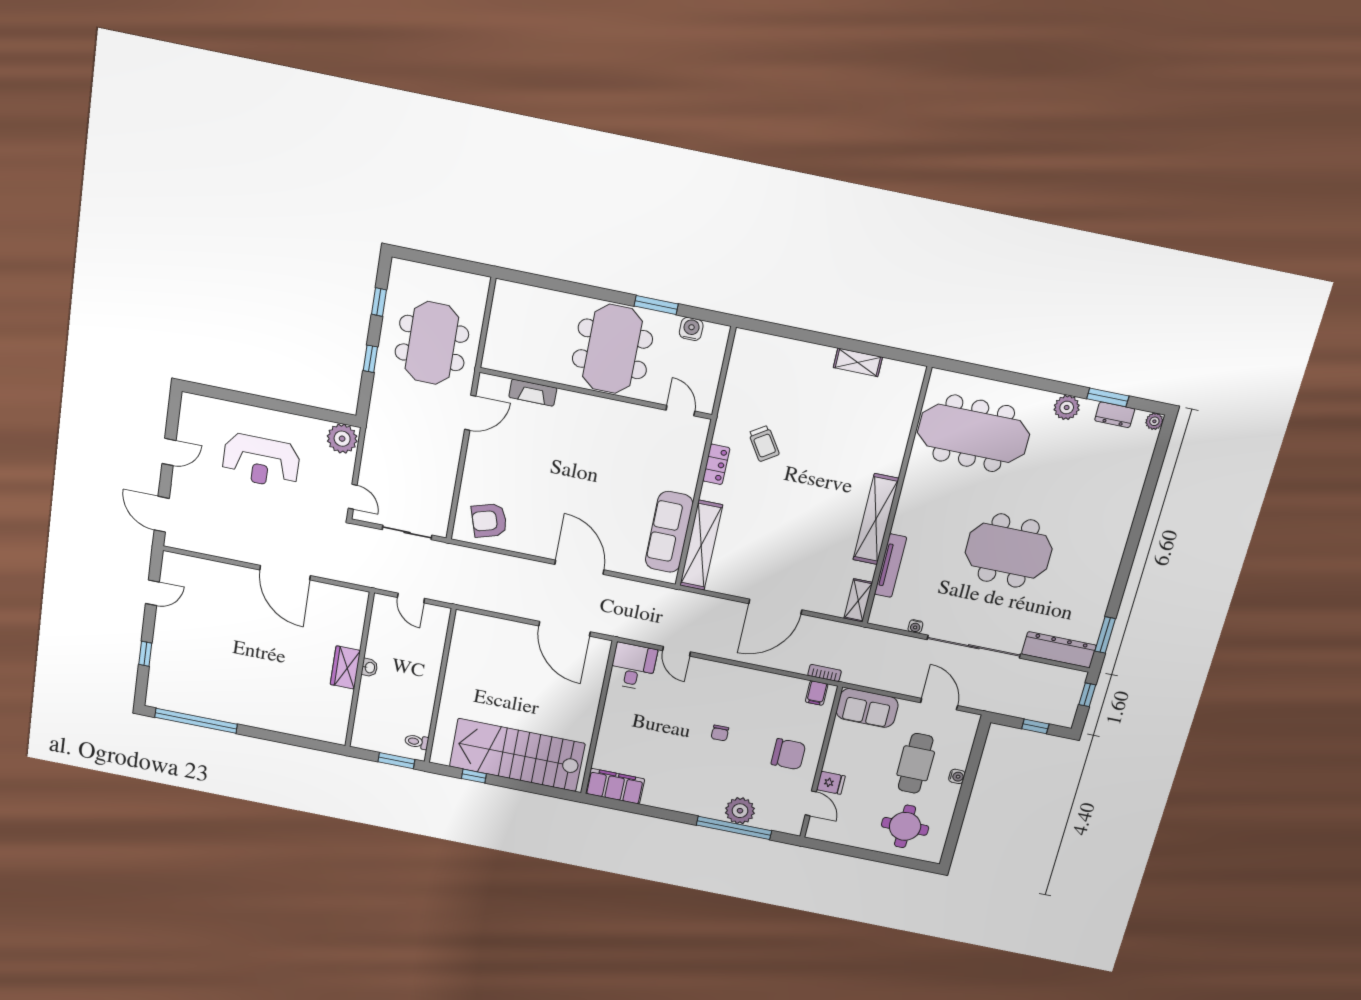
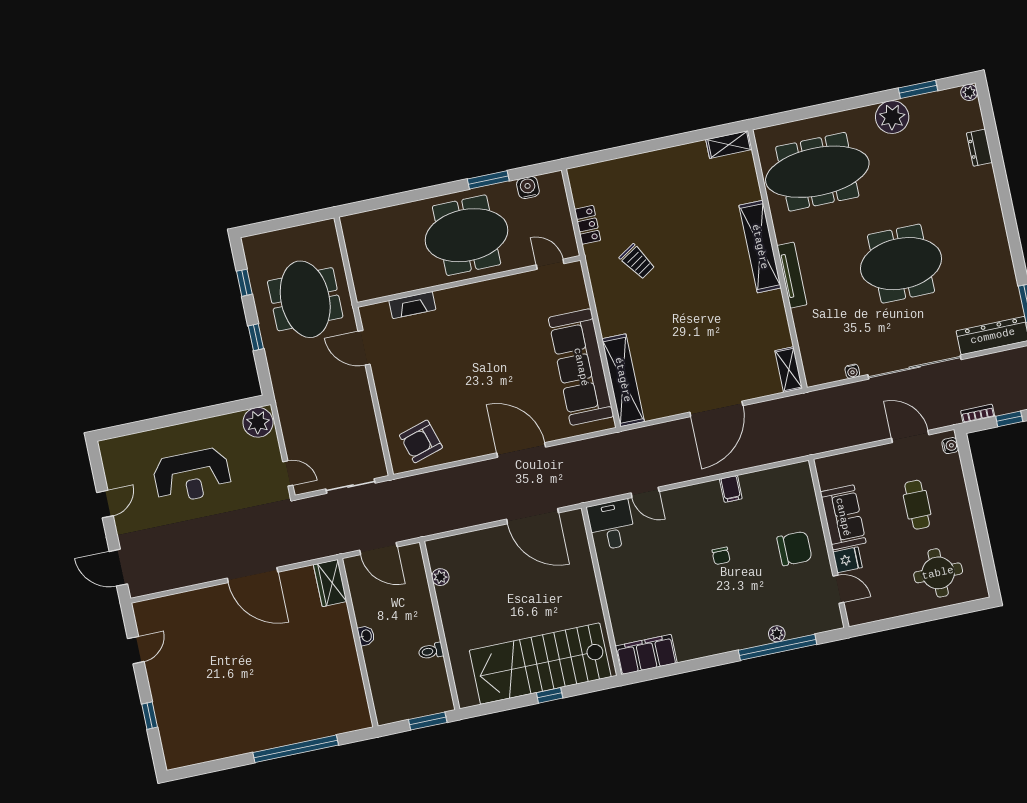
meeting table: (612, 349) -> (467, 235), turned 90
shelving: (858, 362) -> (729, 145), moved
plant: (1067, 407) -> (892, 117), width x1.36, depth x1.36
door: (470, 413) -> (364, 348), swing flipped
dresser: (1115, 415) -> (979, 148), moved, turned 90
locker: (716, 464) -> (588, 225), moved
shelving: (876, 519) -> (760, 247), moved
sofa: (669, 532) -> (581, 367), width x1.36, depth x1.27
tv unit: (890, 566) -> (792, 275), moved
door: (411, 598) -> (378, 549), width x1.37
plant: (458, 646) -> (440, 577), added
wardrobe: (345, 668) -> (330, 583), moved
bookcase: (825, 673) -> (978, 414), moved
filing cabinet: (817, 693) -> (731, 489), moved
sofa: (867, 708) -> (843, 517), moved, turned -90
window: (196, 721) -> (296, 749), moved
toilet: (417, 742) -> (431, 651), moved
cafe table: (916, 763) -> (917, 505), width x0.73, depth x0.74
window: (474, 776) -> (550, 695), moved
water cooler: (957, 776) -> (950, 446), moved
plant: (740, 811) -> (777, 634), width x0.53, depth x0.53

